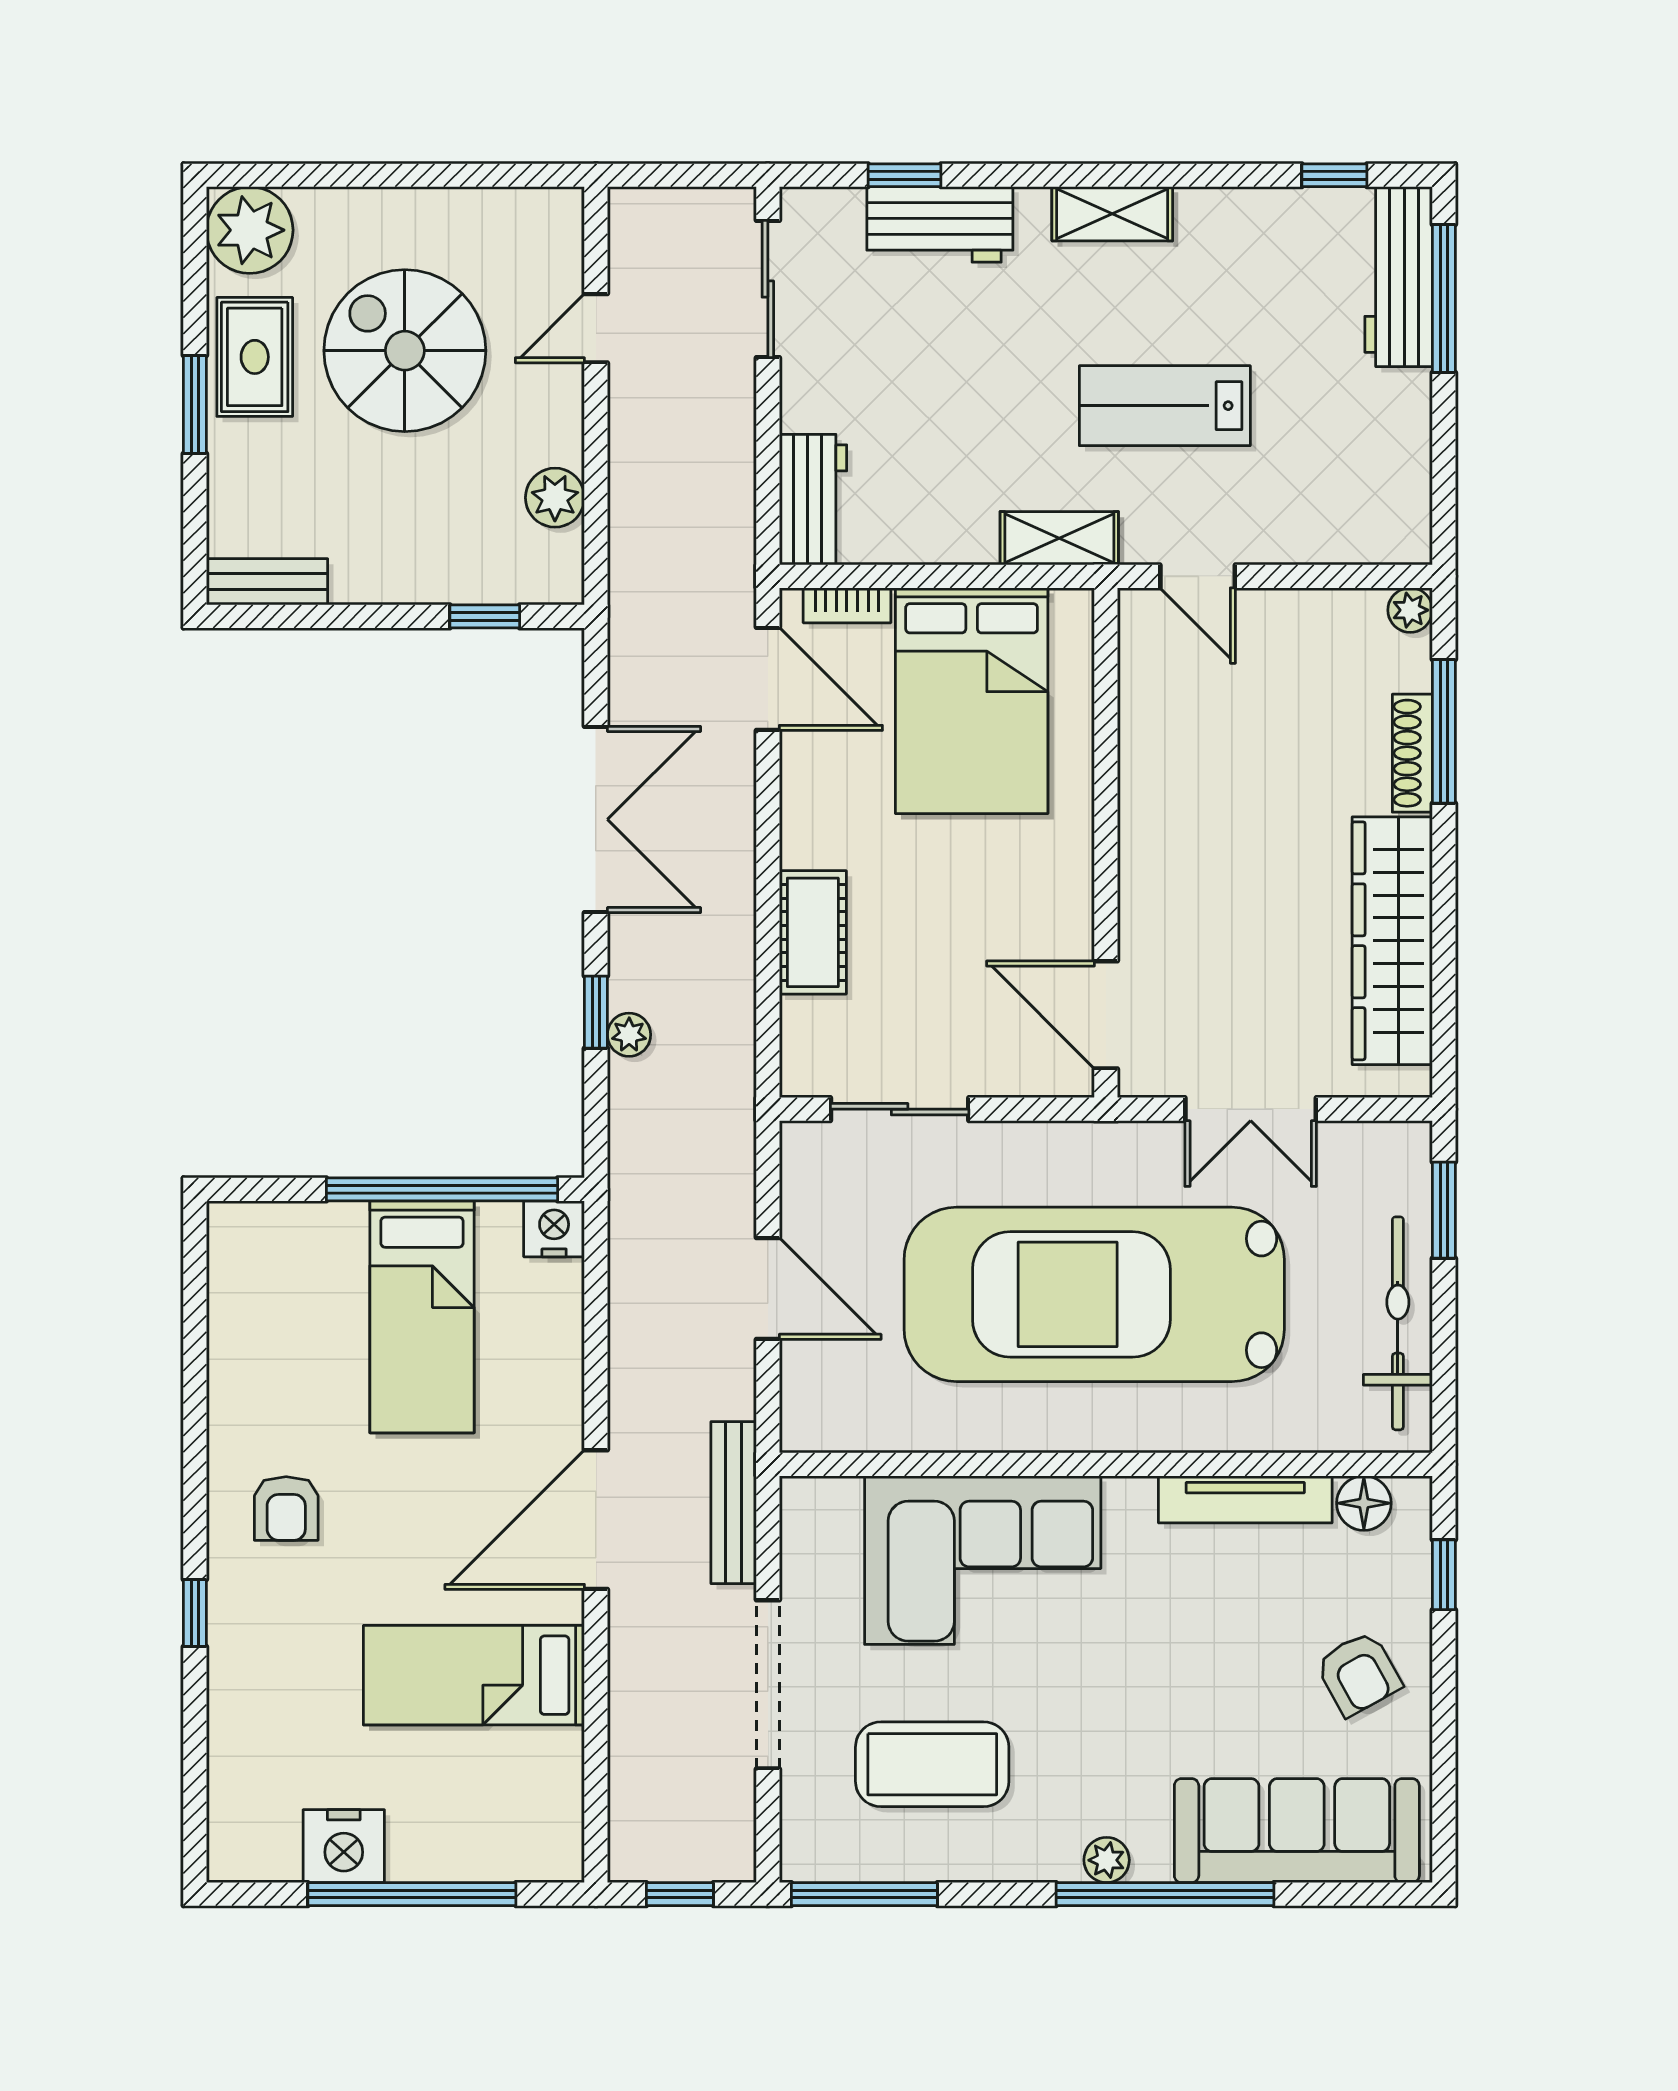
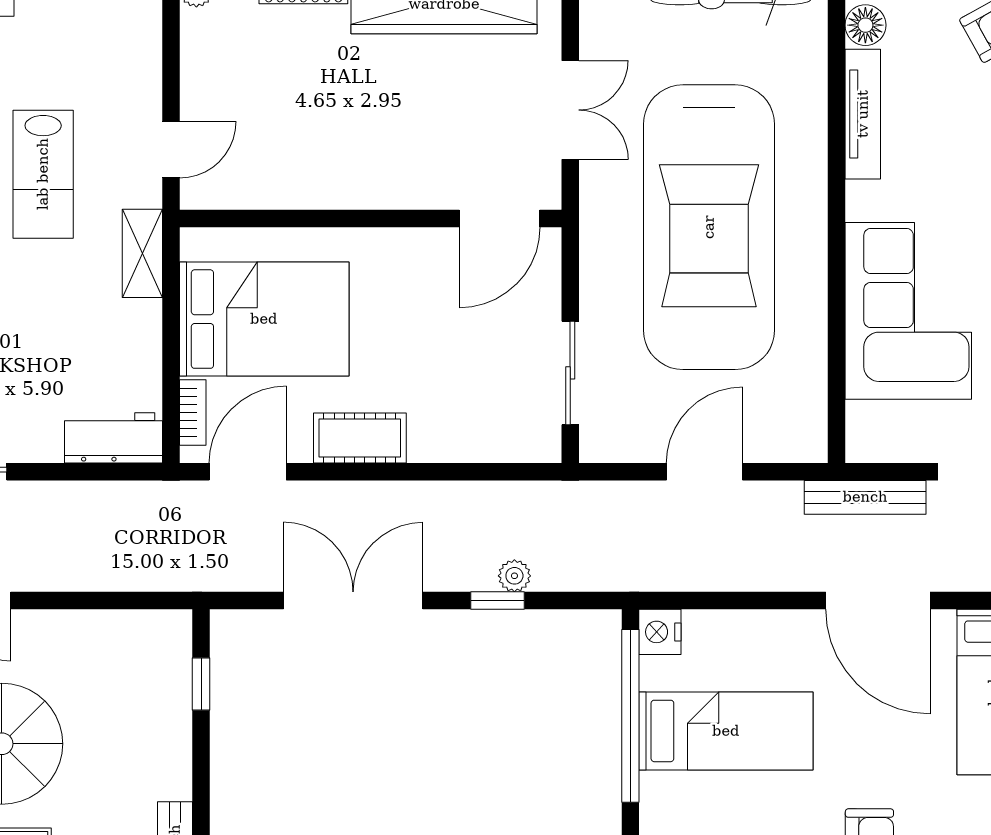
plant: (555, 498) -> (112, 631), removed
cot: (813, 932) -> (360, 438), moved

